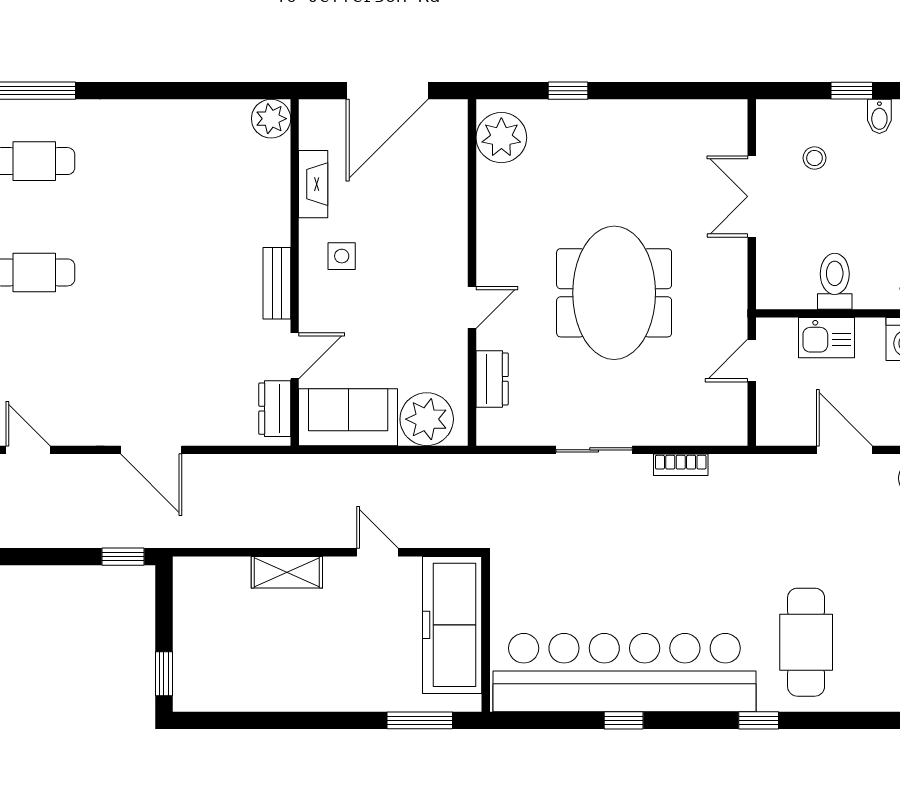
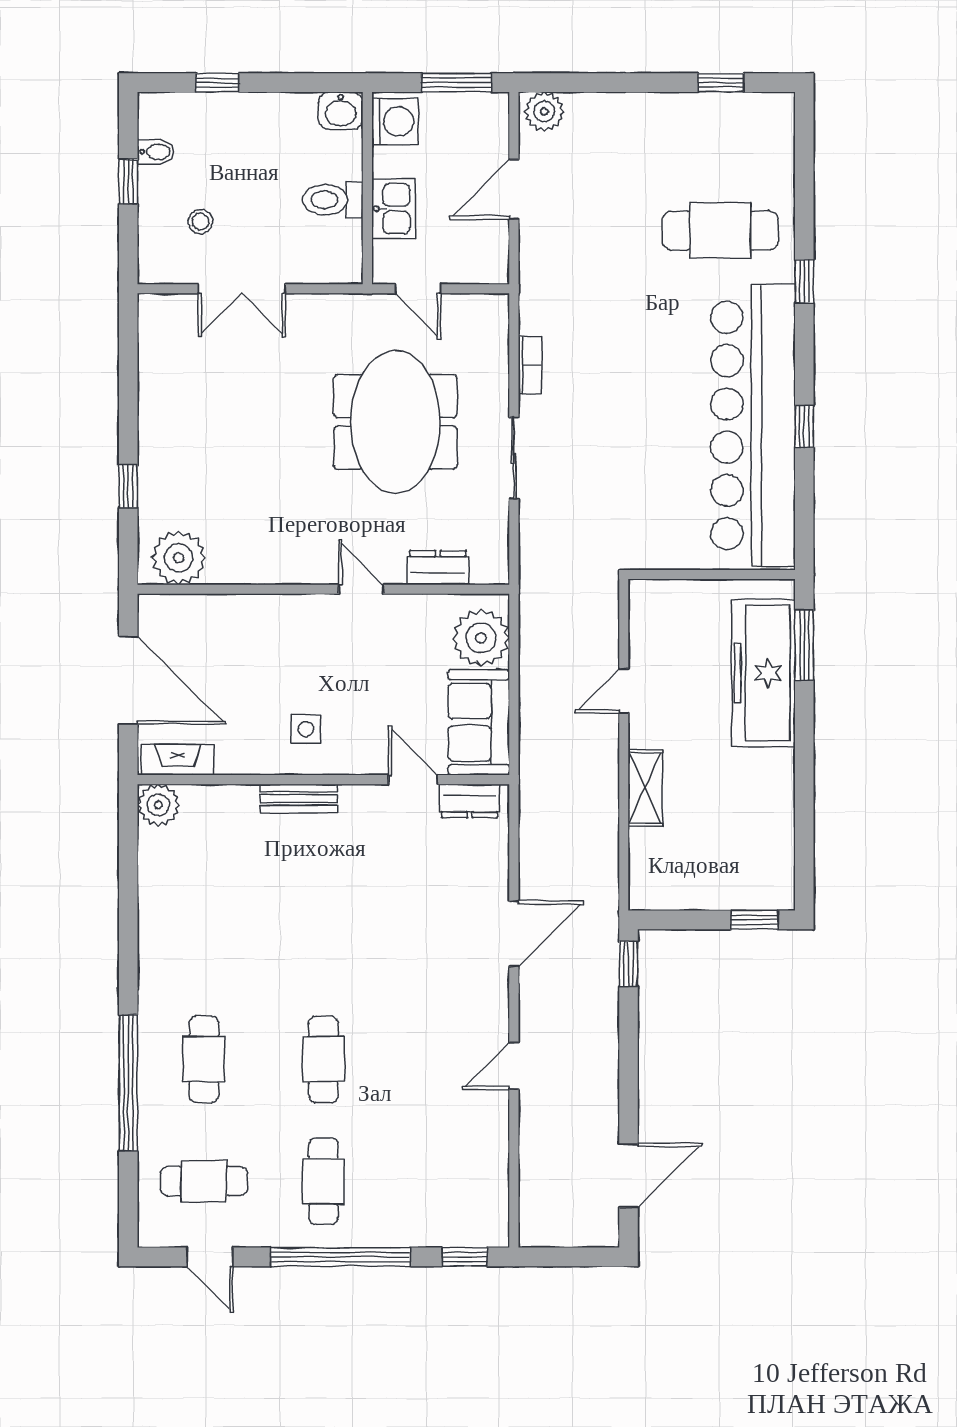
fireplace: (313, 184) -> (178, 760), moved
bench: (277, 283) -> (299, 799), moved
meeting table: (614, 293) -> (395, 422), moved, turned 90
freezer: (452, 625) -> (764, 673), moved, turned 90

